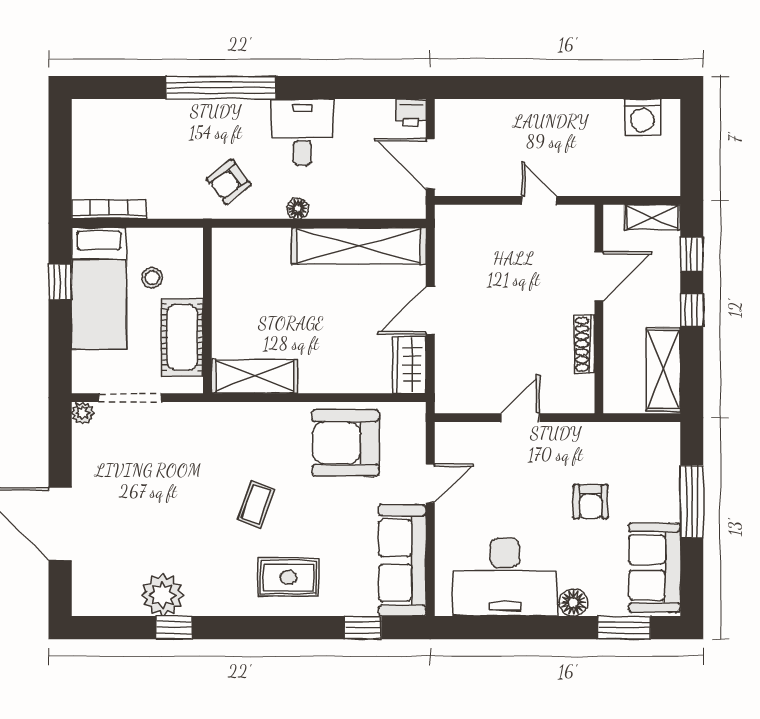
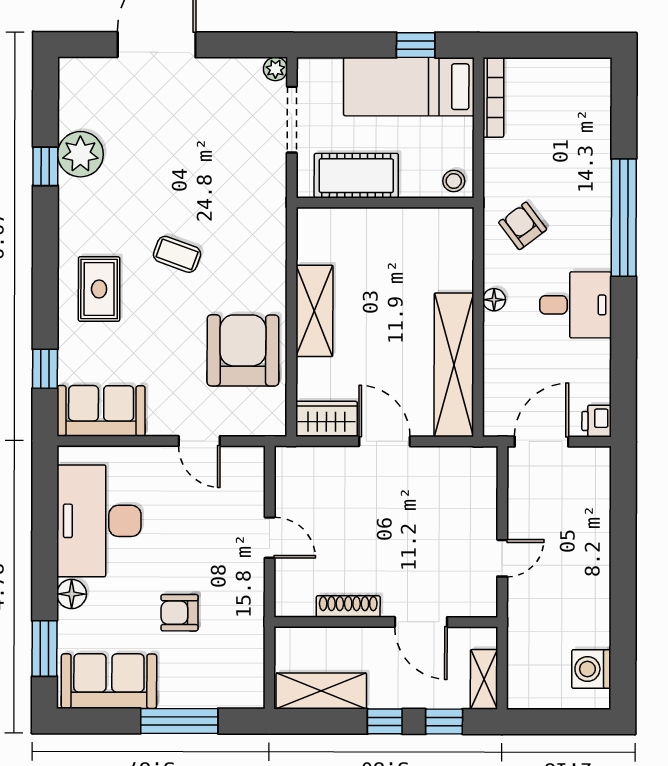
stool: (152, 277) -> (454, 181), moved
shelving: (254, 376) -> (314, 311), moved
sofa: (402, 560) -> (101, 411), width x0.73

